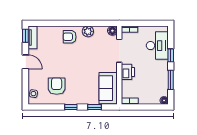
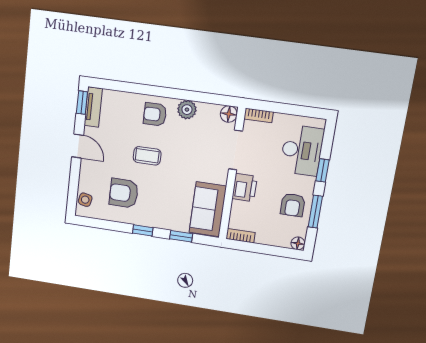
coffee table: (68, 62) -> (147, 156), added
armchair: (157, 78) -> (293, 205), added
armchair: (57, 86) -> (124, 193), turned -90

